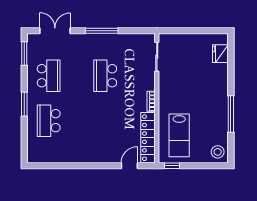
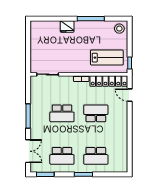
double door: (55, 31) -> (28, 151), swing flipped
fridge: (220, 54) -> (67, 26), moved
school desk: (49, 76) -> (62, 156), turned 180
school desk: (105, 121) -> (96, 113), added

